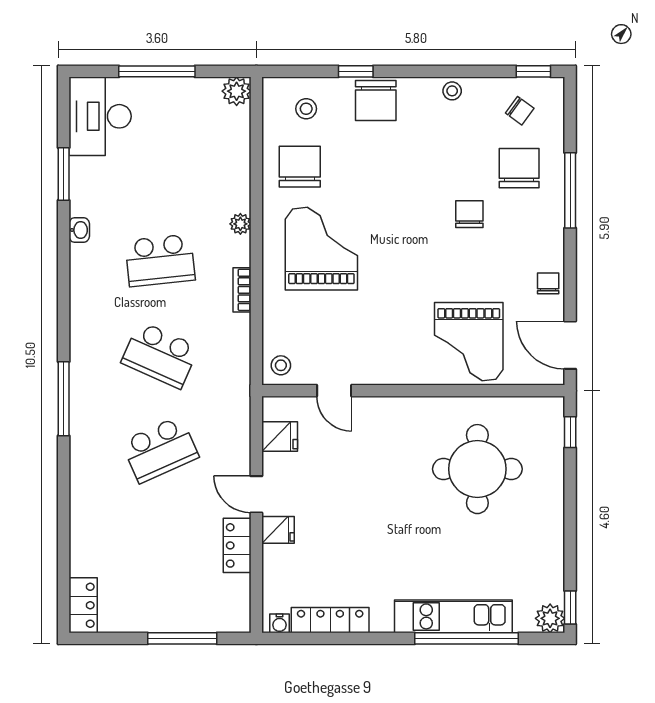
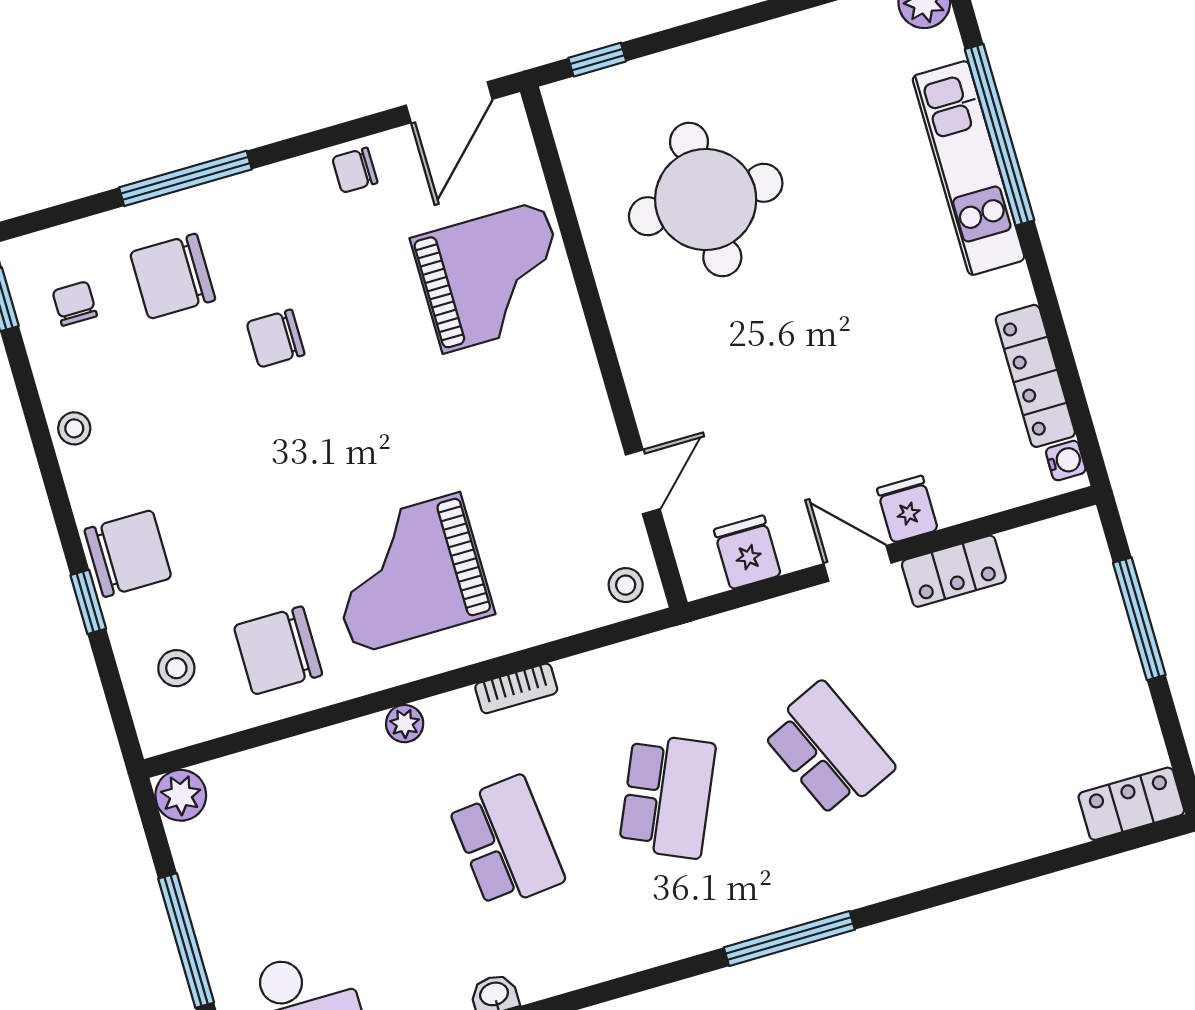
chair: (520, 111) -> (75, 304), turned -36
door: (256, 494) -> (857, 563), swing flipped

